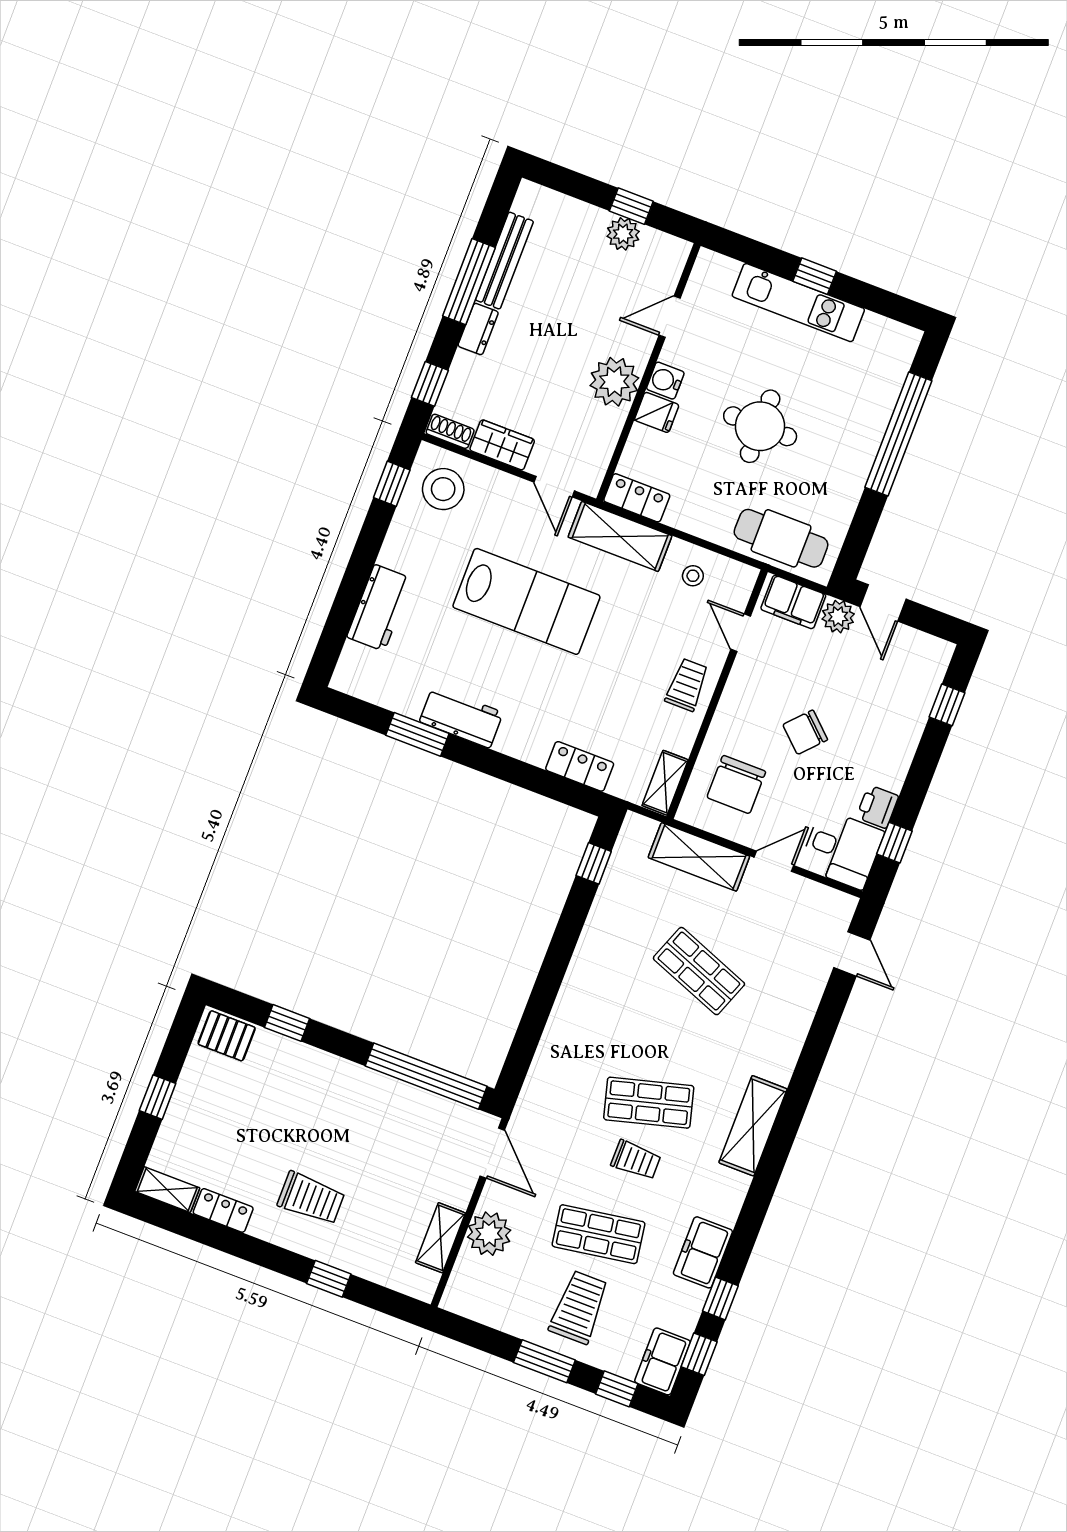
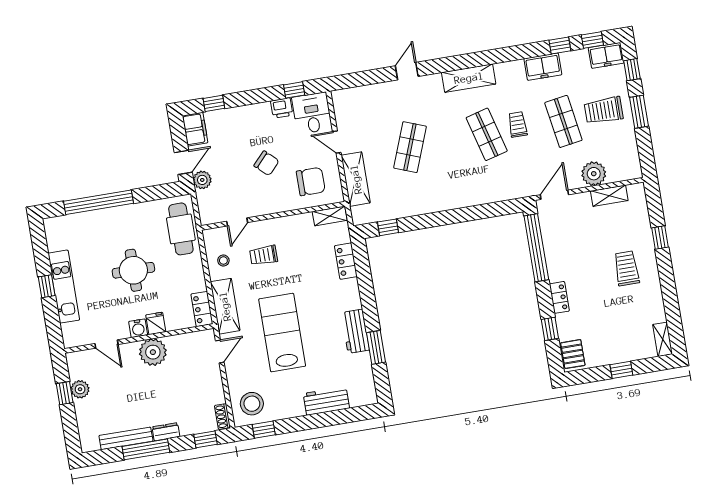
wardrobe: (502, 445) -> (214, 388), removed
filing cabinet: (793, 602) -> (195, 129), moved
trolley: (687, 685) -> (264, 255), moved
door: (852, 954) -> (407, 71), moved
locker: (223, 1210) -> (559, 297), moved, turned 180

